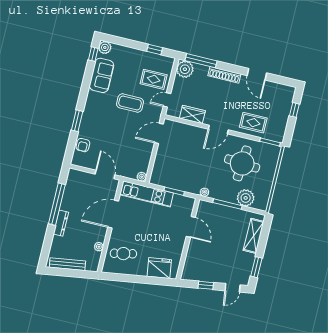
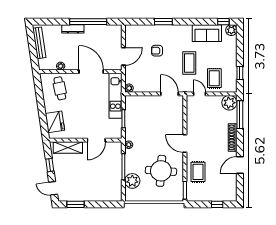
wardrobe: (192, 114) -> (192, 118), removed
armchair: (83, 145) -> (157, 51), moved
shelving: (254, 236) -> (68, 148), moved

